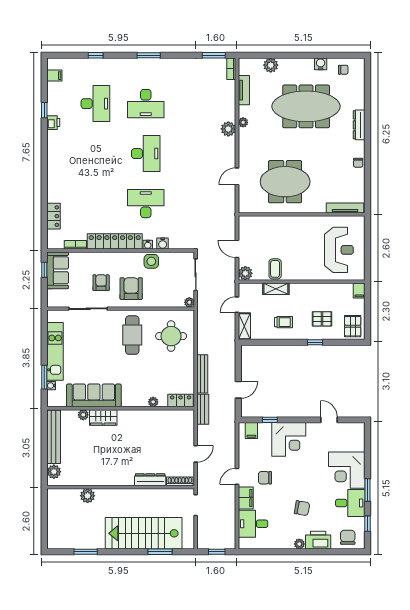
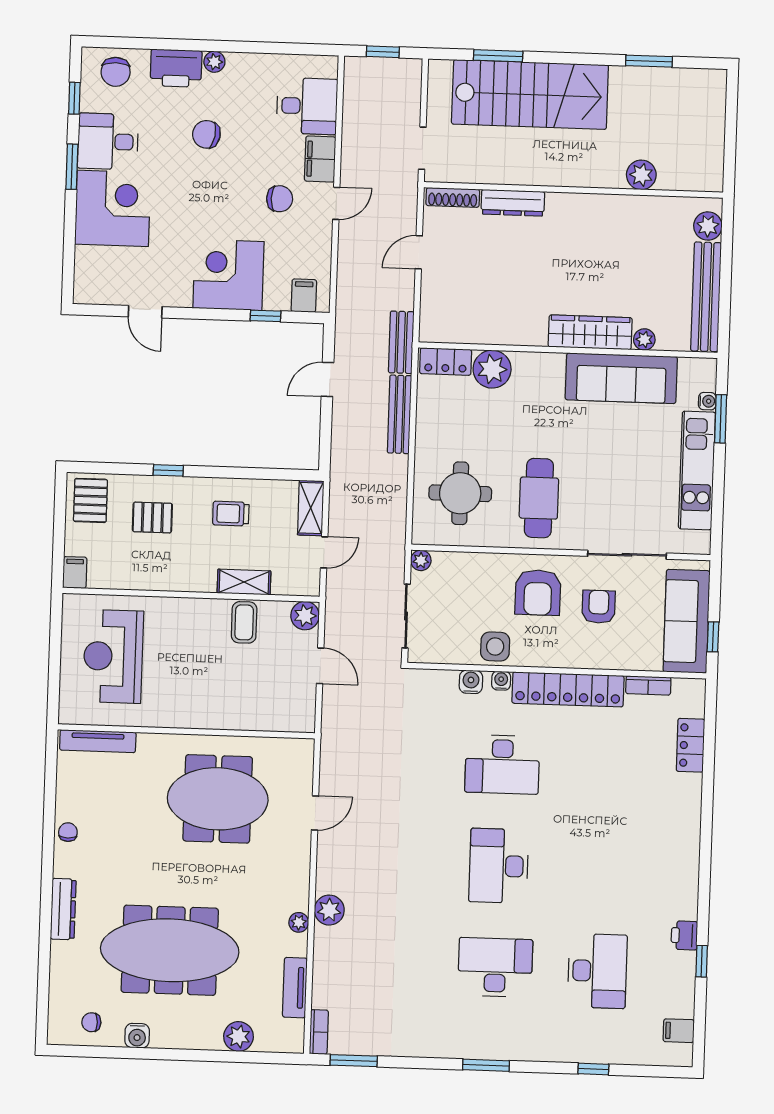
desk: (95, 104) -> (597, 971), turned 180
sofa: (58, 270) -> (686, 621), width x1.36
armchair: (101, 283) -> (599, 607), turned 180
plant: (153, 402) -> (492, 369), width x1.88, depth x1.88
wardrobe: (103, 417) -> (590, 332), width x1.50

